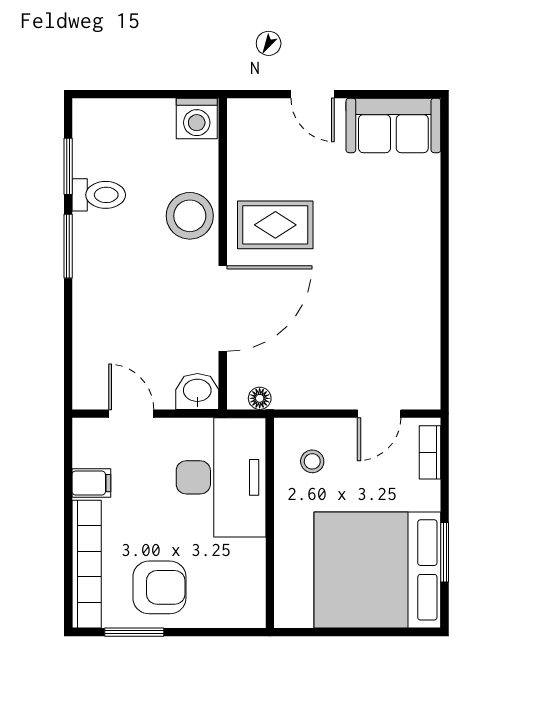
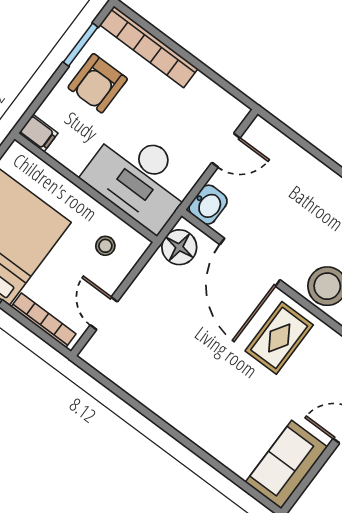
floor lamp: (260, 398) -> (179, 247), width x1.89, depth x1.89
bookcase: (430, 452) -> (43, 320), width x1.56
filing cabinet: (91, 483) -> (38, 133), moved, turned -90

